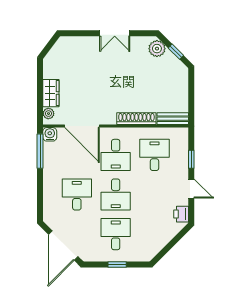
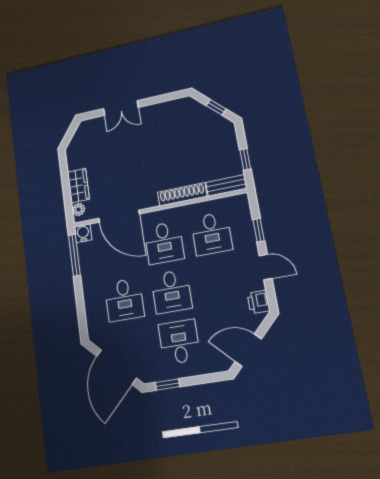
double door: (115, 33) -> (121, 108), moved
plant: (157, 49) -> (193, 109), removed
window: (191, 101) -> (245, 159), added
desk: (155, 155) -> (211, 234), turned 180
desk: (77, 195) -> (124, 300), turned 180
door: (167, 248) -> (248, 350), added
window: (117, 264) -> (168, 385), moved

